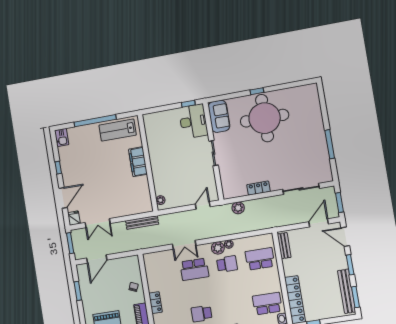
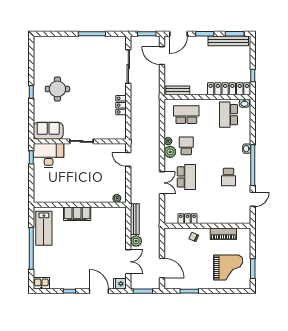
round table: (265, 118) -> (57, 89), width x0.54, depth x0.54
plant: (238, 208) -> (136, 241), moved
school desk: (260, 259) -> (186, 115), turned 90
locker: (155, 303) -> (187, 219), moved

